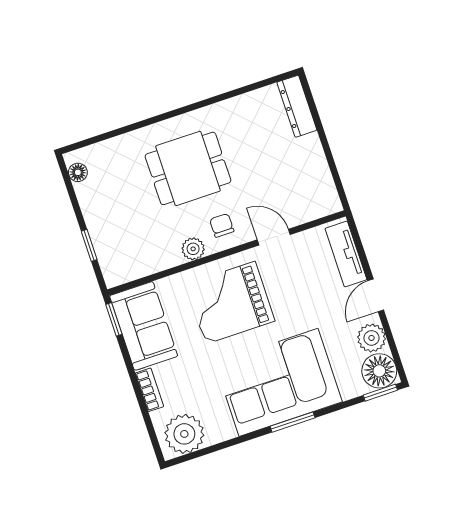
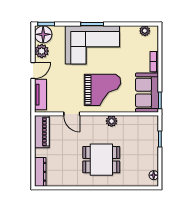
piano: (320, 184) -> (42, 132), added
chair: (222, 225) -> (94, 128), removed
plant: (184, 434) -> (145, 31), width x0.53, depth x0.53

